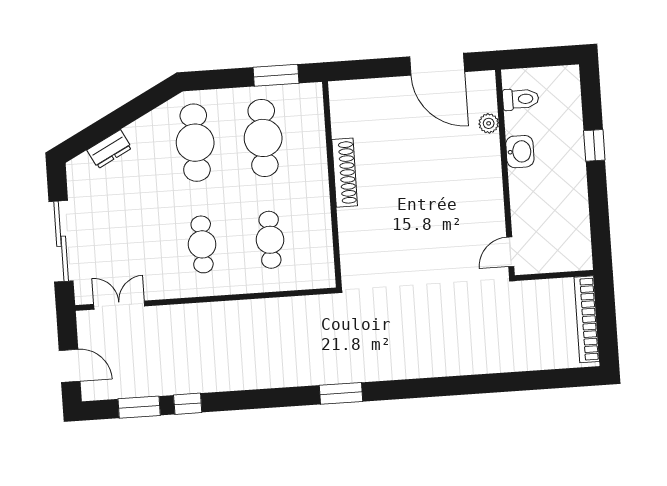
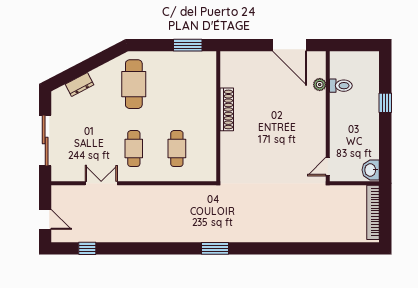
toilet: (521, 99) -> (341, 86), moved
cafe table: (263, 138) -> (177, 84), removed
washbasin: (520, 152) -> (371, 170), moved, turned 180
double door: (119, 305) -> (101, 183), moved
window: (188, 404) -> (118, 248), removed
window: (139, 407) -> (87, 248), width x0.67

